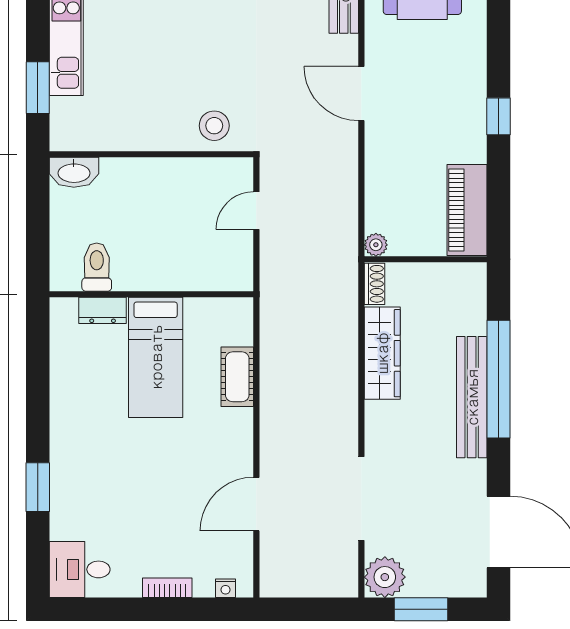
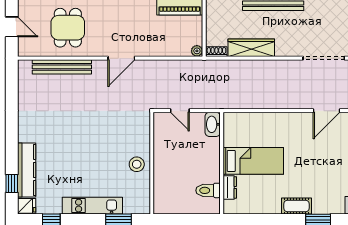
stool: (214, 126) -> (137, 164), moved
washbasin: (74, 172) -> (213, 124), moved, turned 180
cot: (237, 377) -> (296, 206), moved
door: (256, 504) -> (327, 111), hinge flipped

